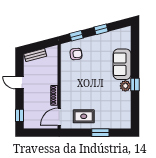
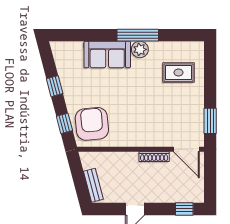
armchair: (76, 54) -> (92, 124), width x1.88, depth x1.88
window: (135, 85) -> (138, 35), width x2.17
rug: (84, 116) -> (178, 73), moved, turned 90
window: (100, 133) -> (210, 121), moved

